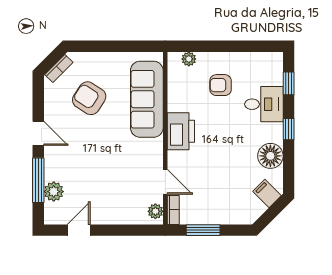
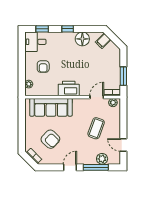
armchair: (89, 98) -> (50, 139), turned -80
desk: (264, 104) -> (35, 42), moved, turned -90
coffee table: (109, 181) -> (96, 128), added

